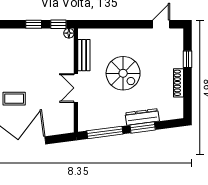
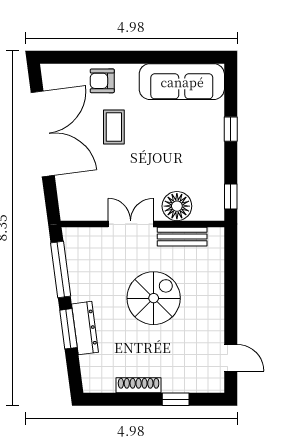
window: (34, 24) -> (231, 129), moved
floor lamp: (69, 33) -> (177, 206), moved, width x1.89, depth x1.89
spiral stairs: (123, 73) -> (154, 298), turned 180

